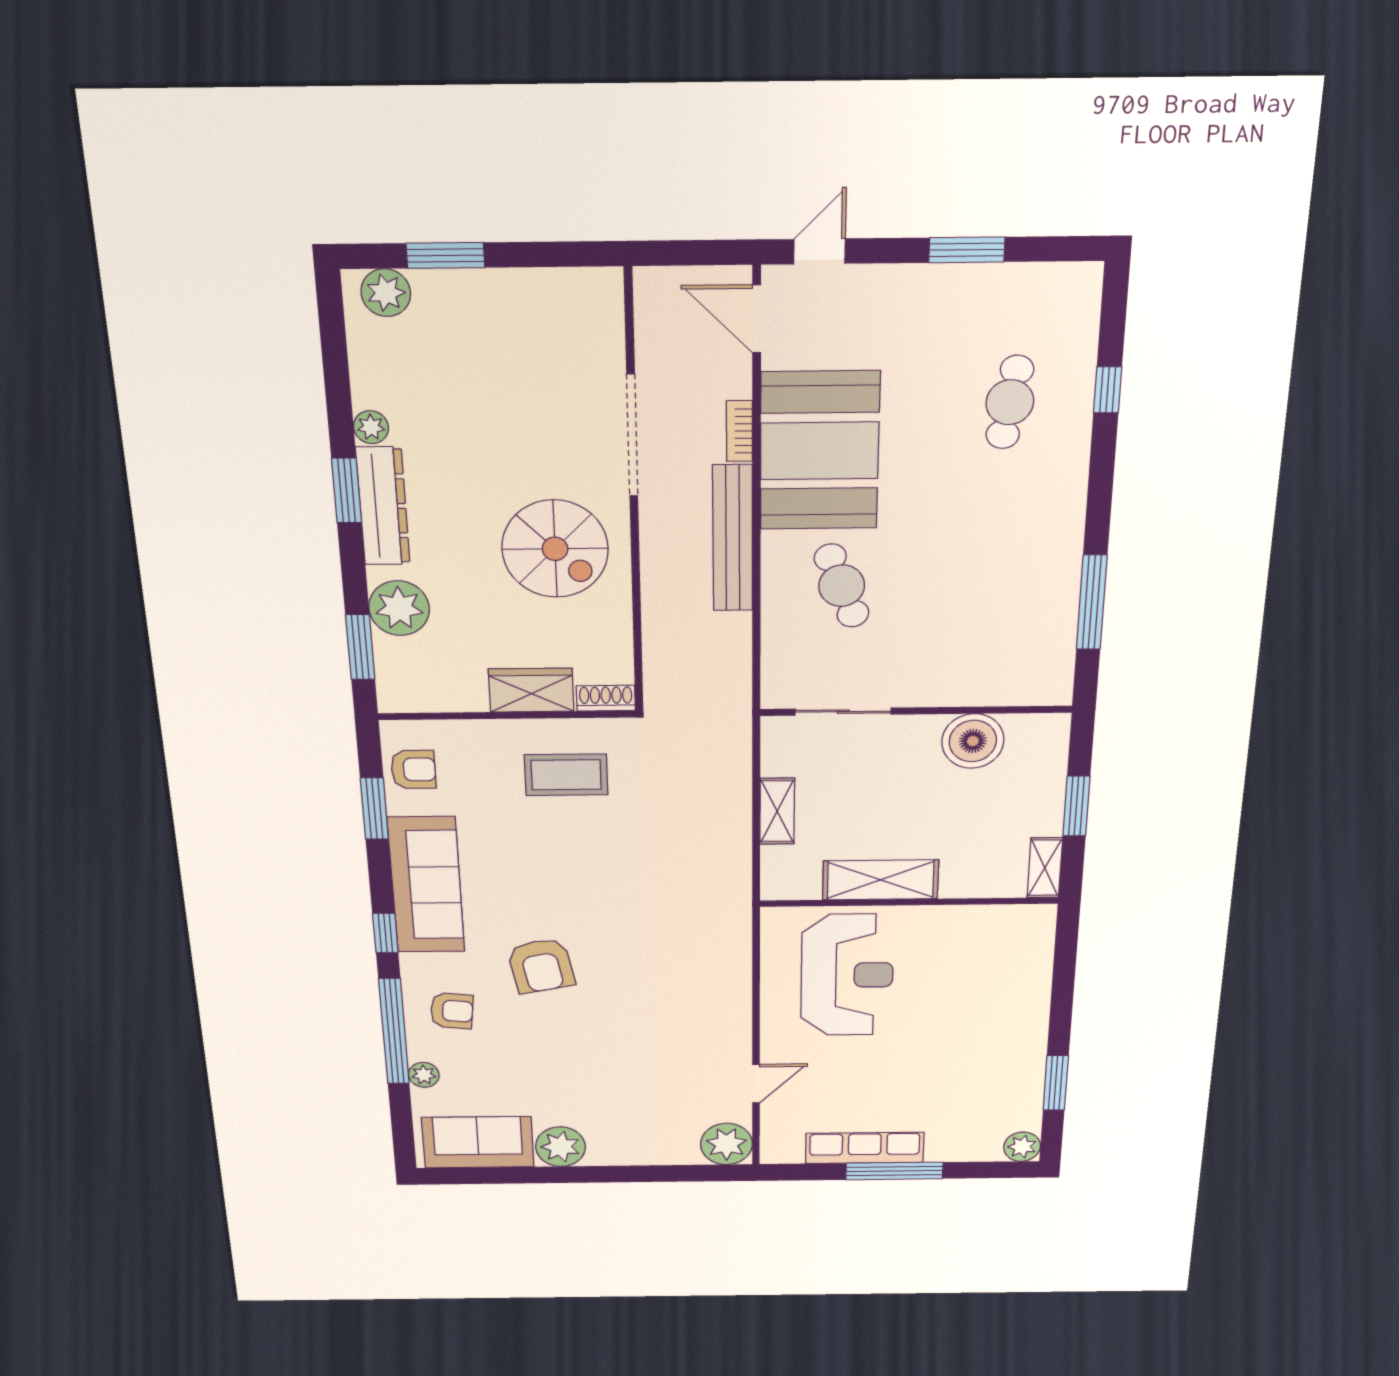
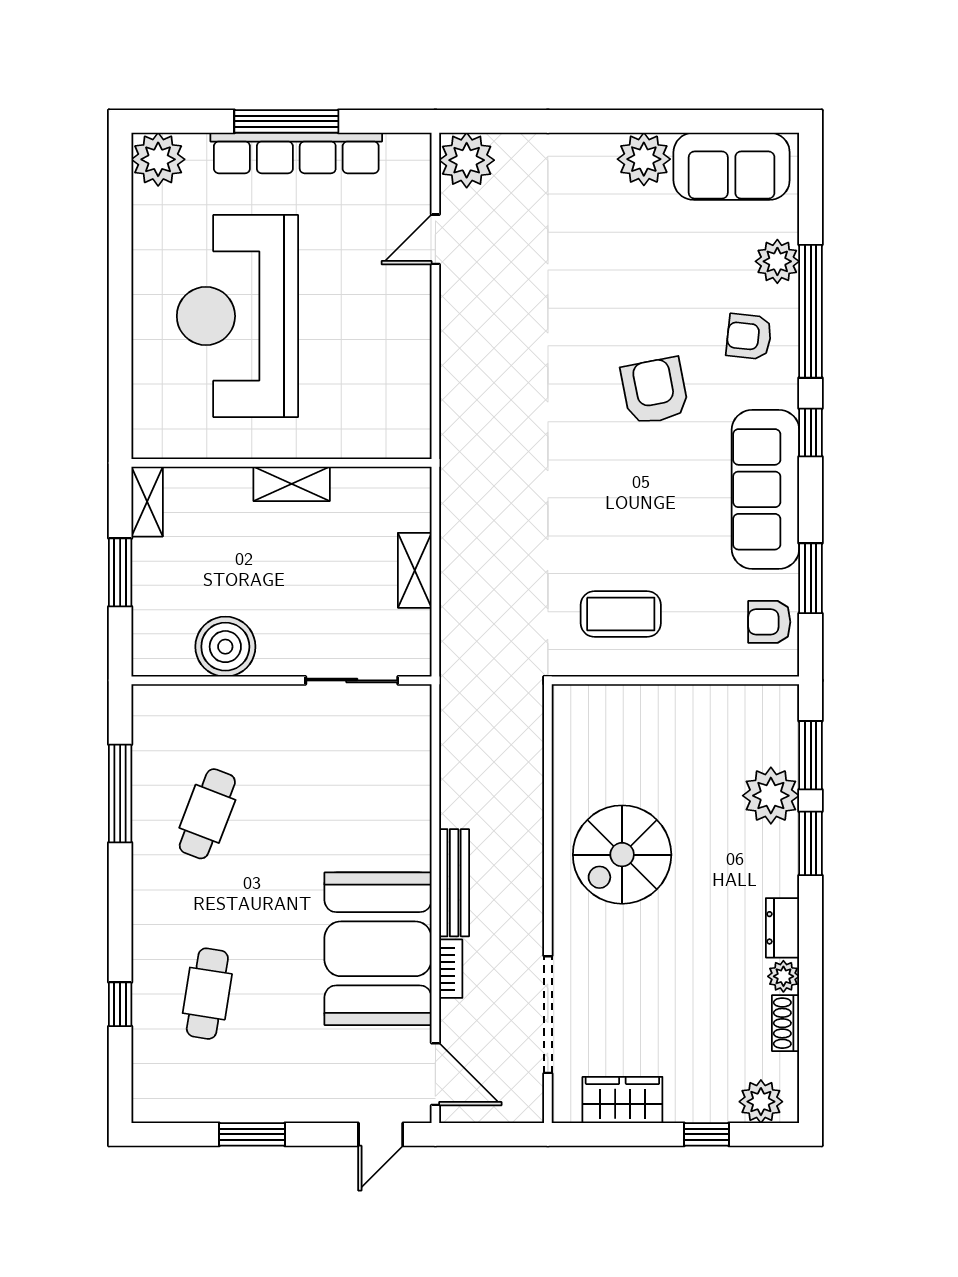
window: (445, 255) -> (707, 1134), width x0.67
doorway: (632, 436) -> (548, 1015), moved
window: (347, 490) -> (811, 843), moved
dresser: (383, 506) -> (783, 928), width x0.51, depth x0.80
bench: (733, 538) -> (454, 883), width x0.73, depth x0.82
spiral stairs: (555, 549) -> (622, 855), turned -90
cafe table: (842, 586) -> (207, 814), moved, turned 42
wardrobe: (531, 690) -> (622, 1100), moved, turned 180
shoe rack: (606, 698) -> (786, 1023), moved, turned 90
shelving: (881, 880) -> (292, 484), width x0.67, depth x0.75
reception desk: (847, 975) -> (237, 316), moved, width x1.36, depth x1.30
plant: (424, 1075) -> (777, 261), width x1.38, depth x1.38
window: (1056, 1083) -> (120, 236), removed
plant: (1022, 1147) -> (158, 159), width x1.36, depth x1.36
row of seats: (865, 1148) -> (296, 153), width x1.36

